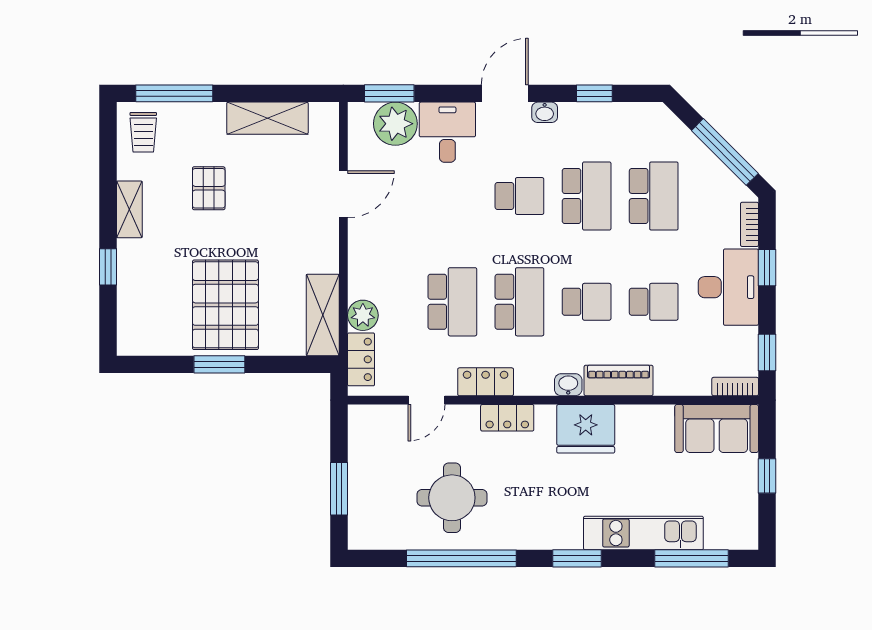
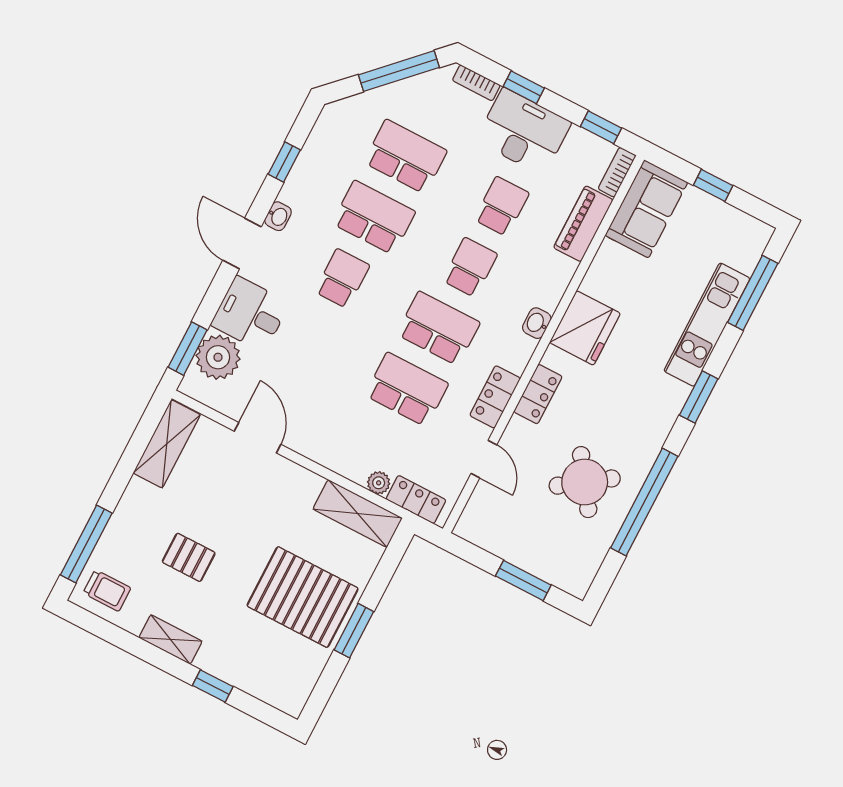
shelving: (267, 118) -> (167, 444), moved
plant: (363, 315) -> (379, 483), width x0.73, depth x0.73
piano: (619, 380) -> (583, 224), moved
round table: (452, 498) -> (585, 482), turned -35

